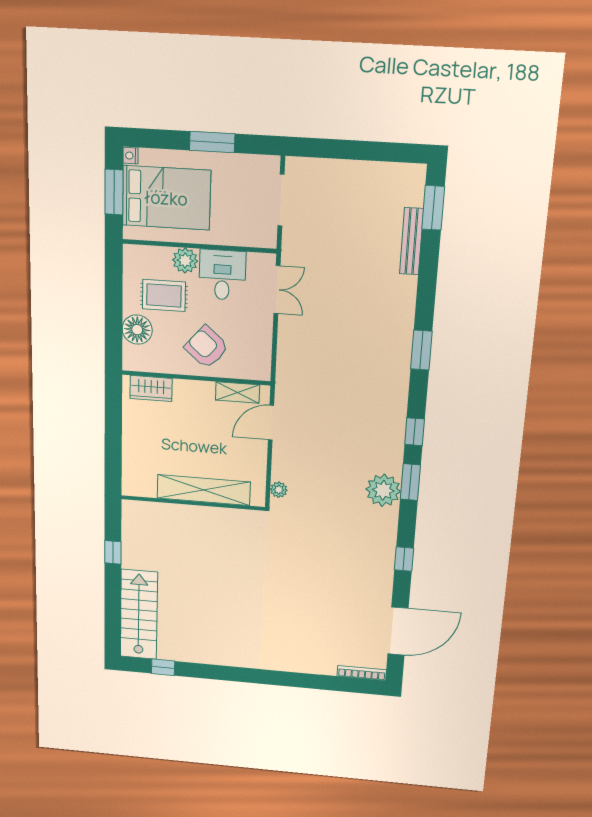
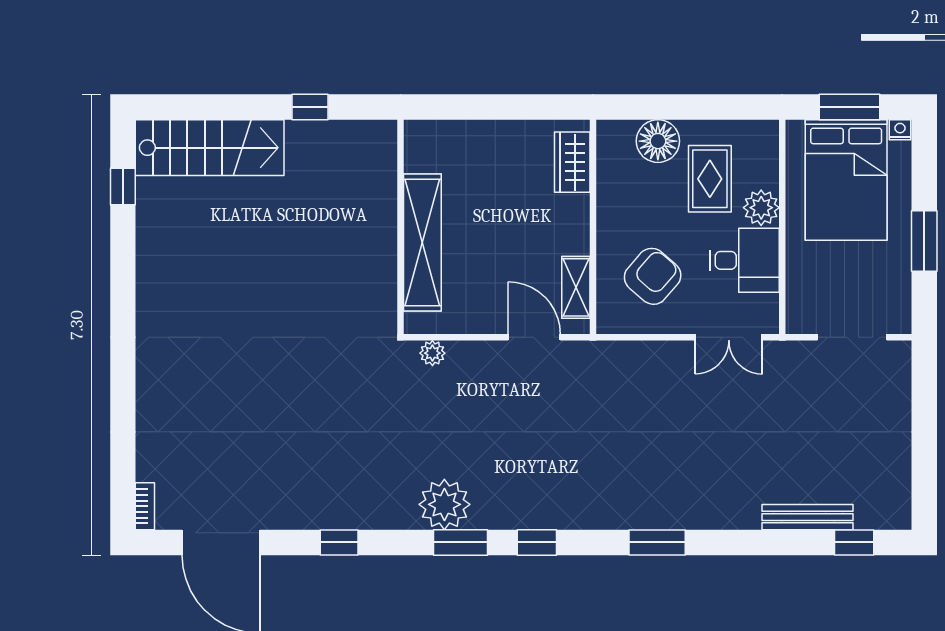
window: (433, 208) -> (854, 542), width x0.67
armchair: (207, 347) -> (653, 276), moved
bookcase: (362, 673) -> (145, 506), width x0.64

